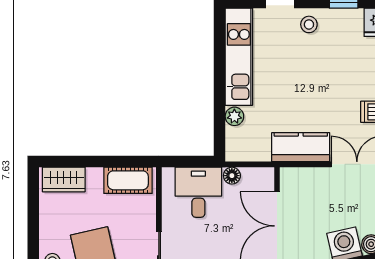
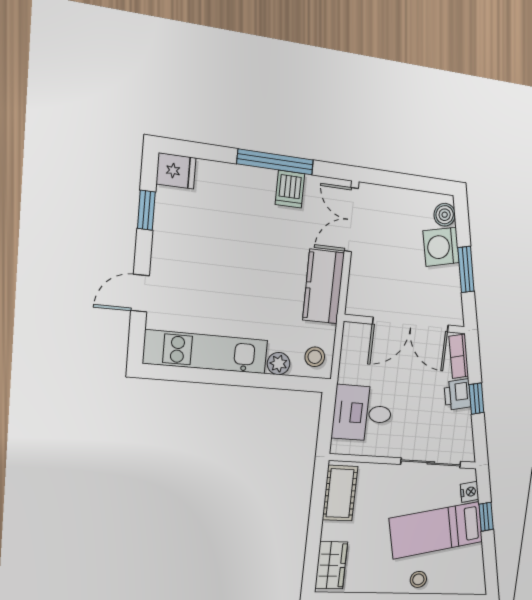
stool: (309, 24) -> (315, 357), moved
floor lamp: (232, 176) -> (348, 373), removed

